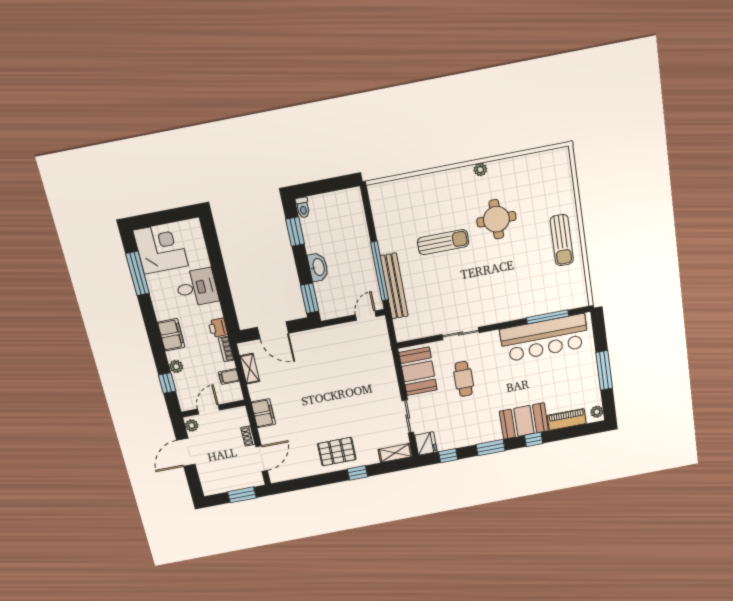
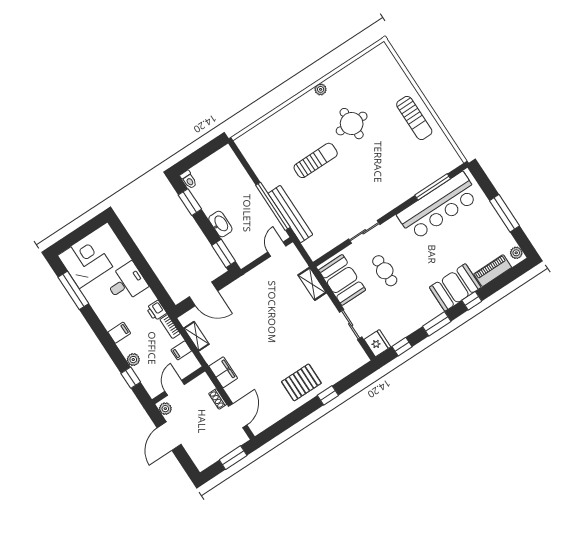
filing cabinet: (171, 335) -> (119, 333), width x0.50
shelving: (395, 453) -> (312, 284), moved, turned 90

